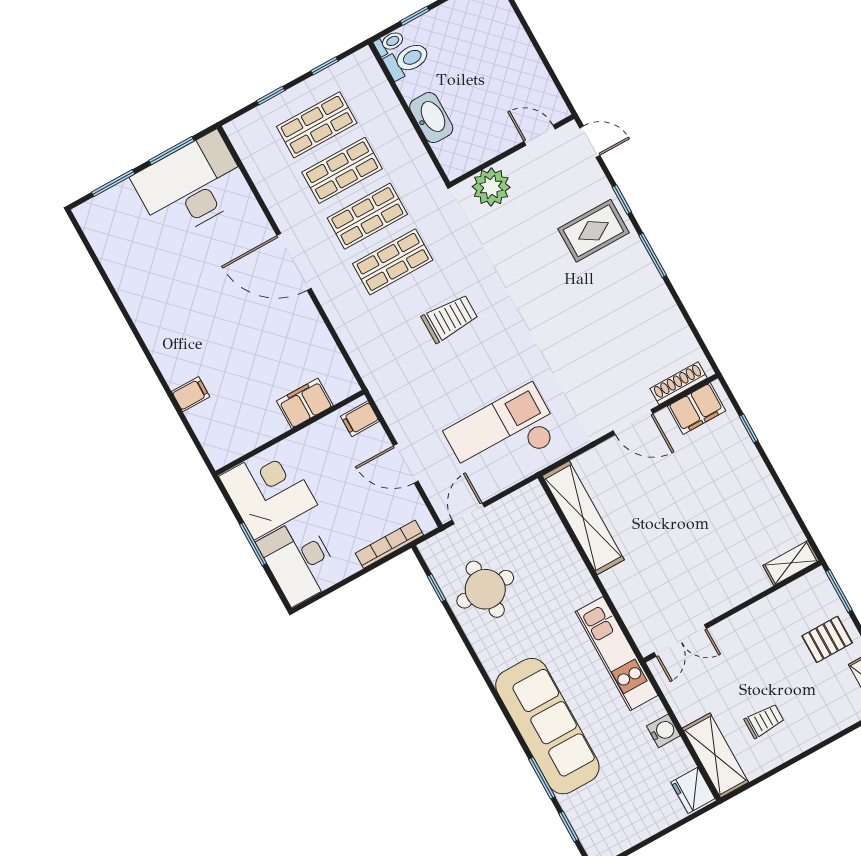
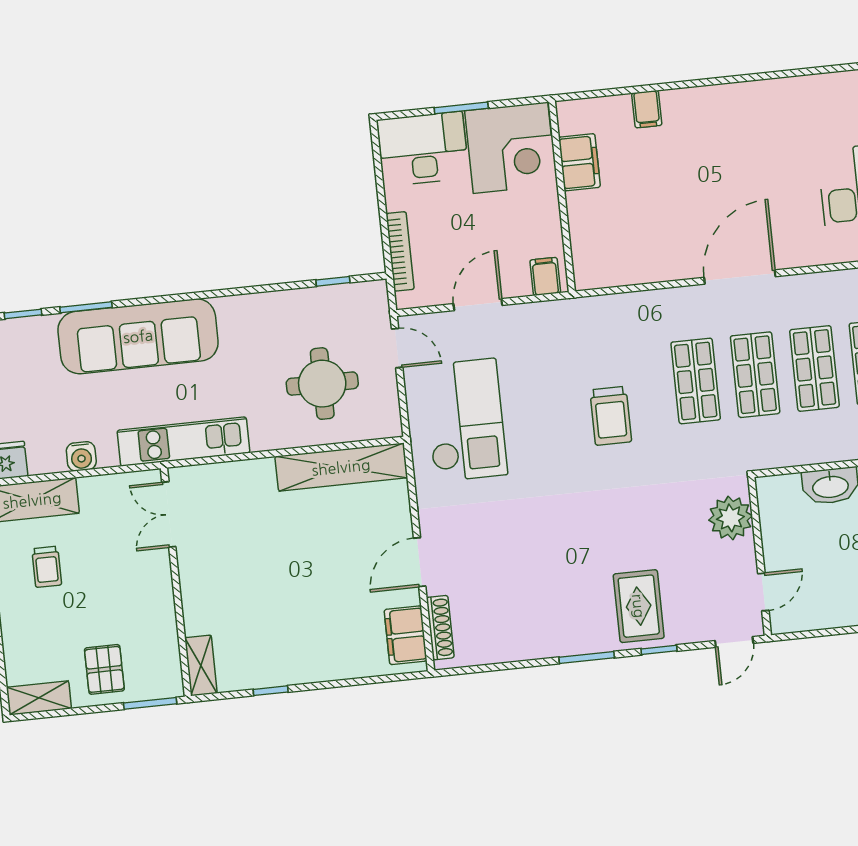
filing cabinet: (305, 403) -> (579, 162), moved
window: (749, 428) -> (271, 691), moved
round table: (485, 589) -> (322, 384), moved

